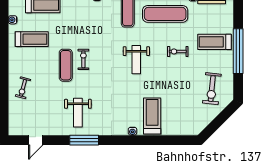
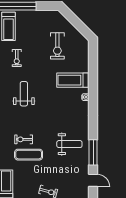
weight bench: (136, 60) -> (24, 94), turned -90
exercise bike: (212, 89) -> (57, 46), moved, turned 84
window: (84, 140) -> (93, 152), moved

